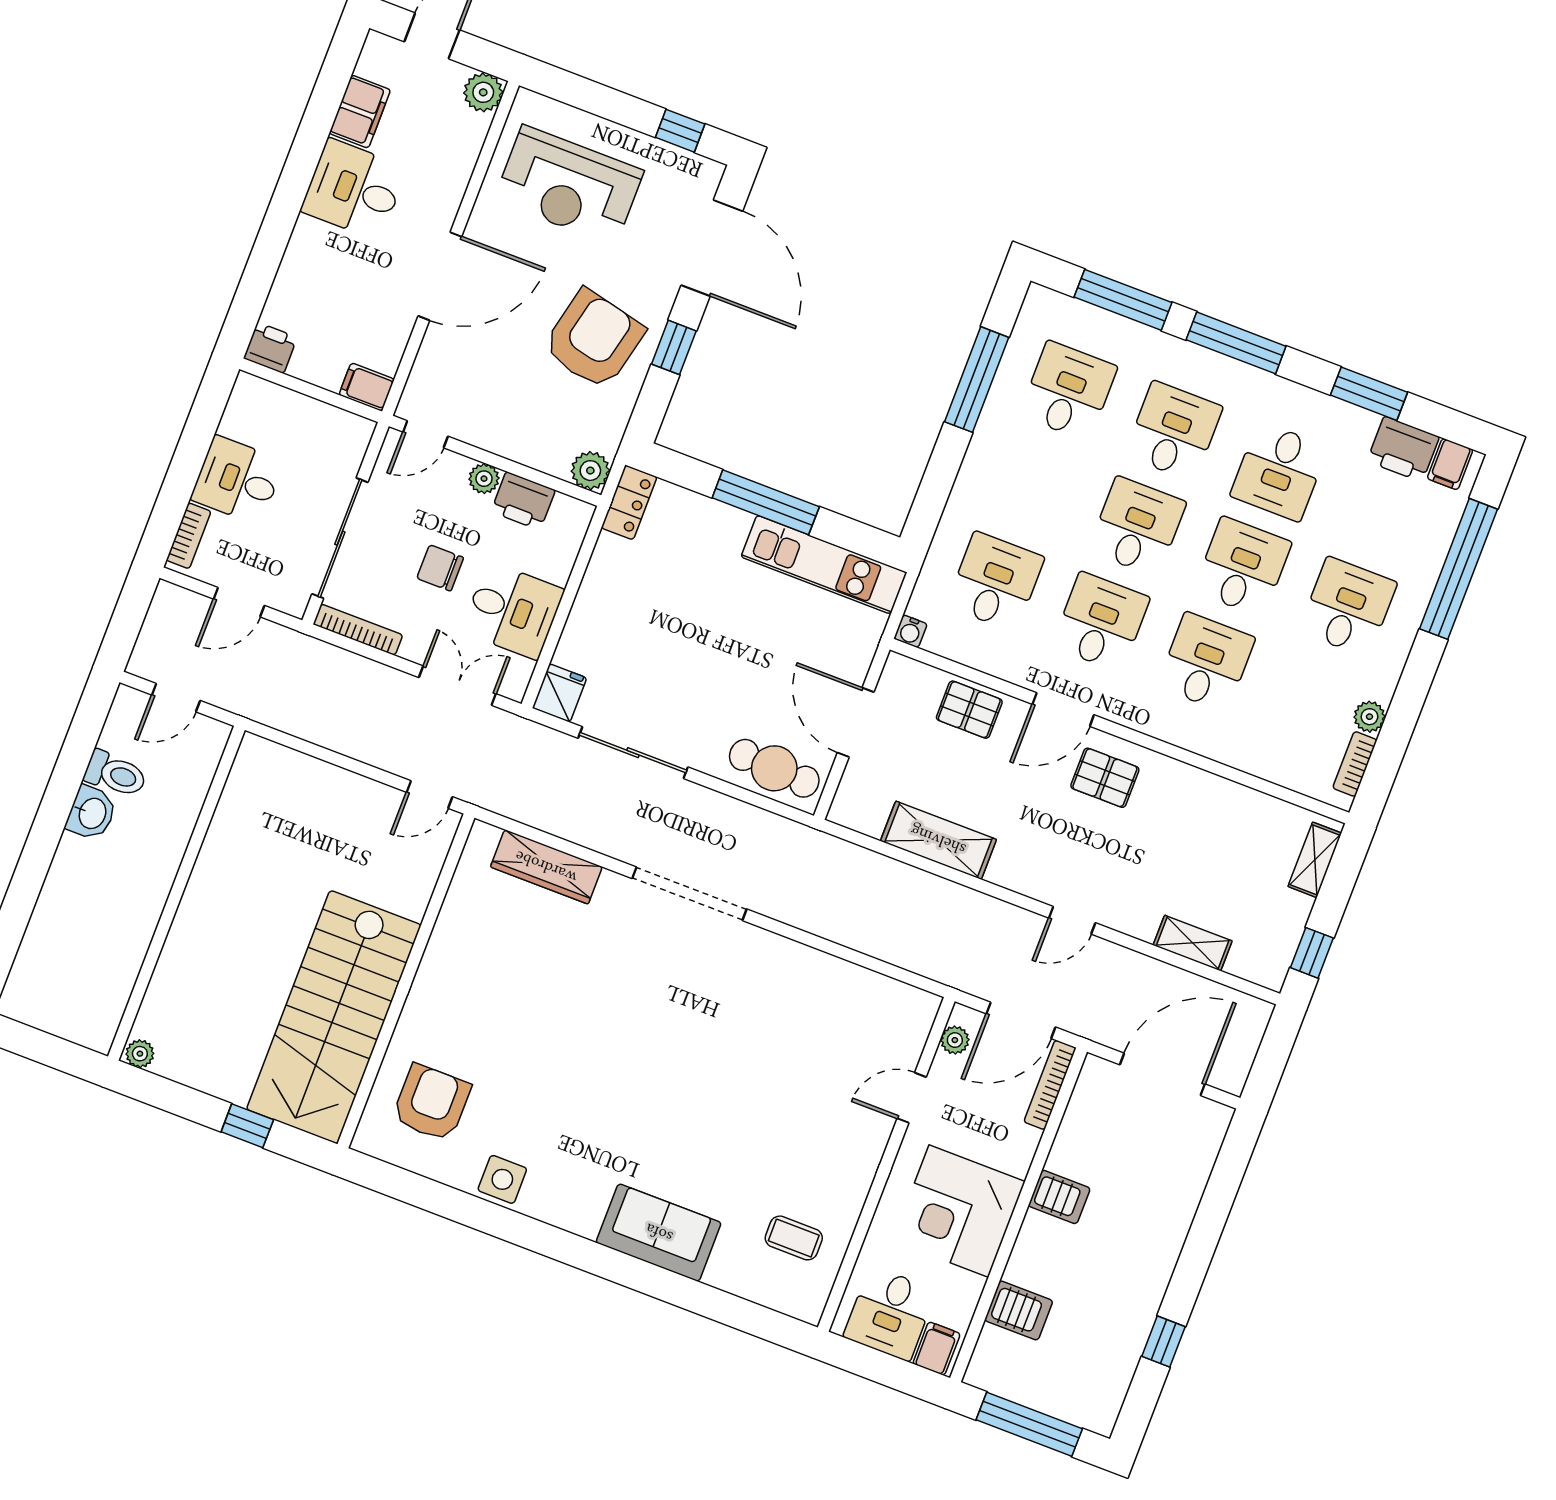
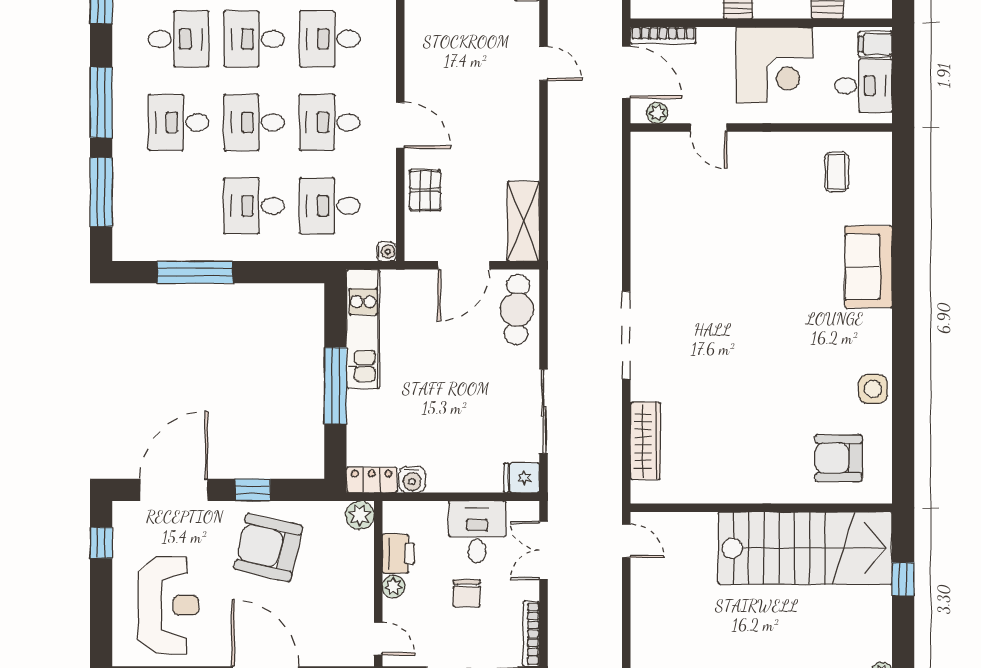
desk: (1068, 391) -> (254, 206), moved
water cooler: (610, 554) -> (412, 480), added
pallet: (1105, 778) -> (436, 78), removed
shelving: (938, 840) -> (523, 221), moved

